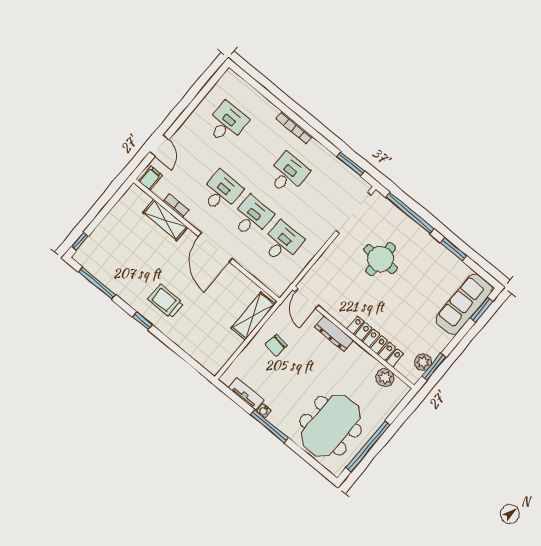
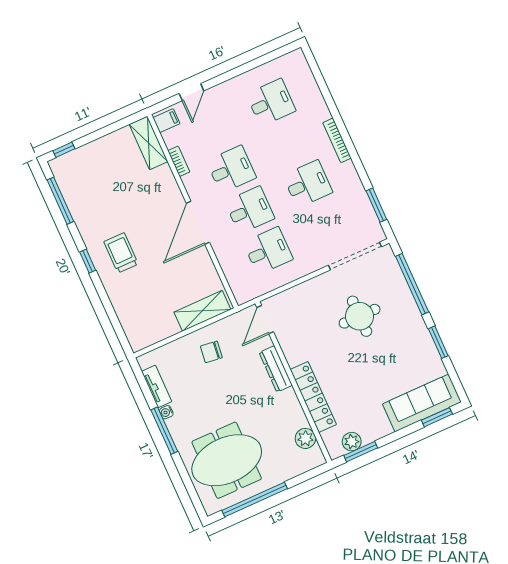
shelving: (165, 220) -> (149, 143), moved

